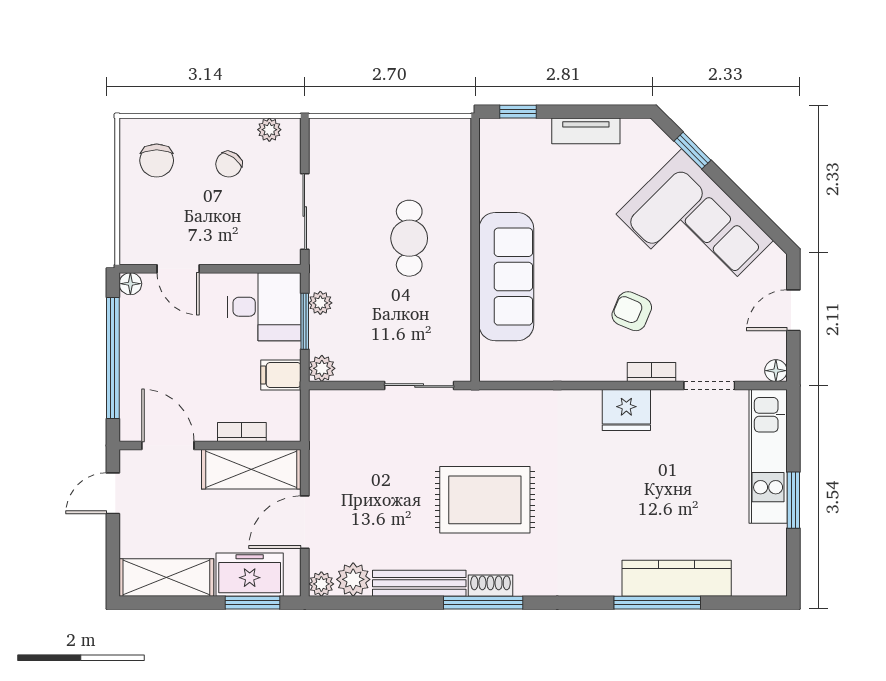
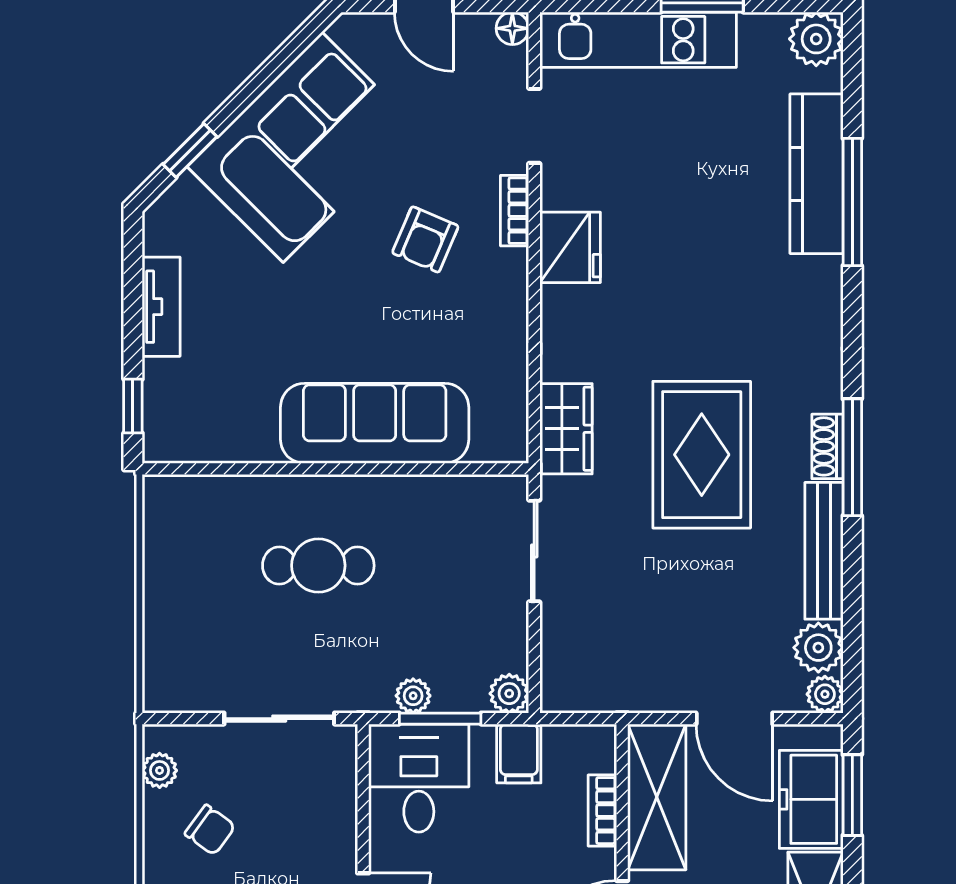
wardrobe: (503, 407) -> (566, 429), added
plant: (769, 578) -> (816, 39), added

